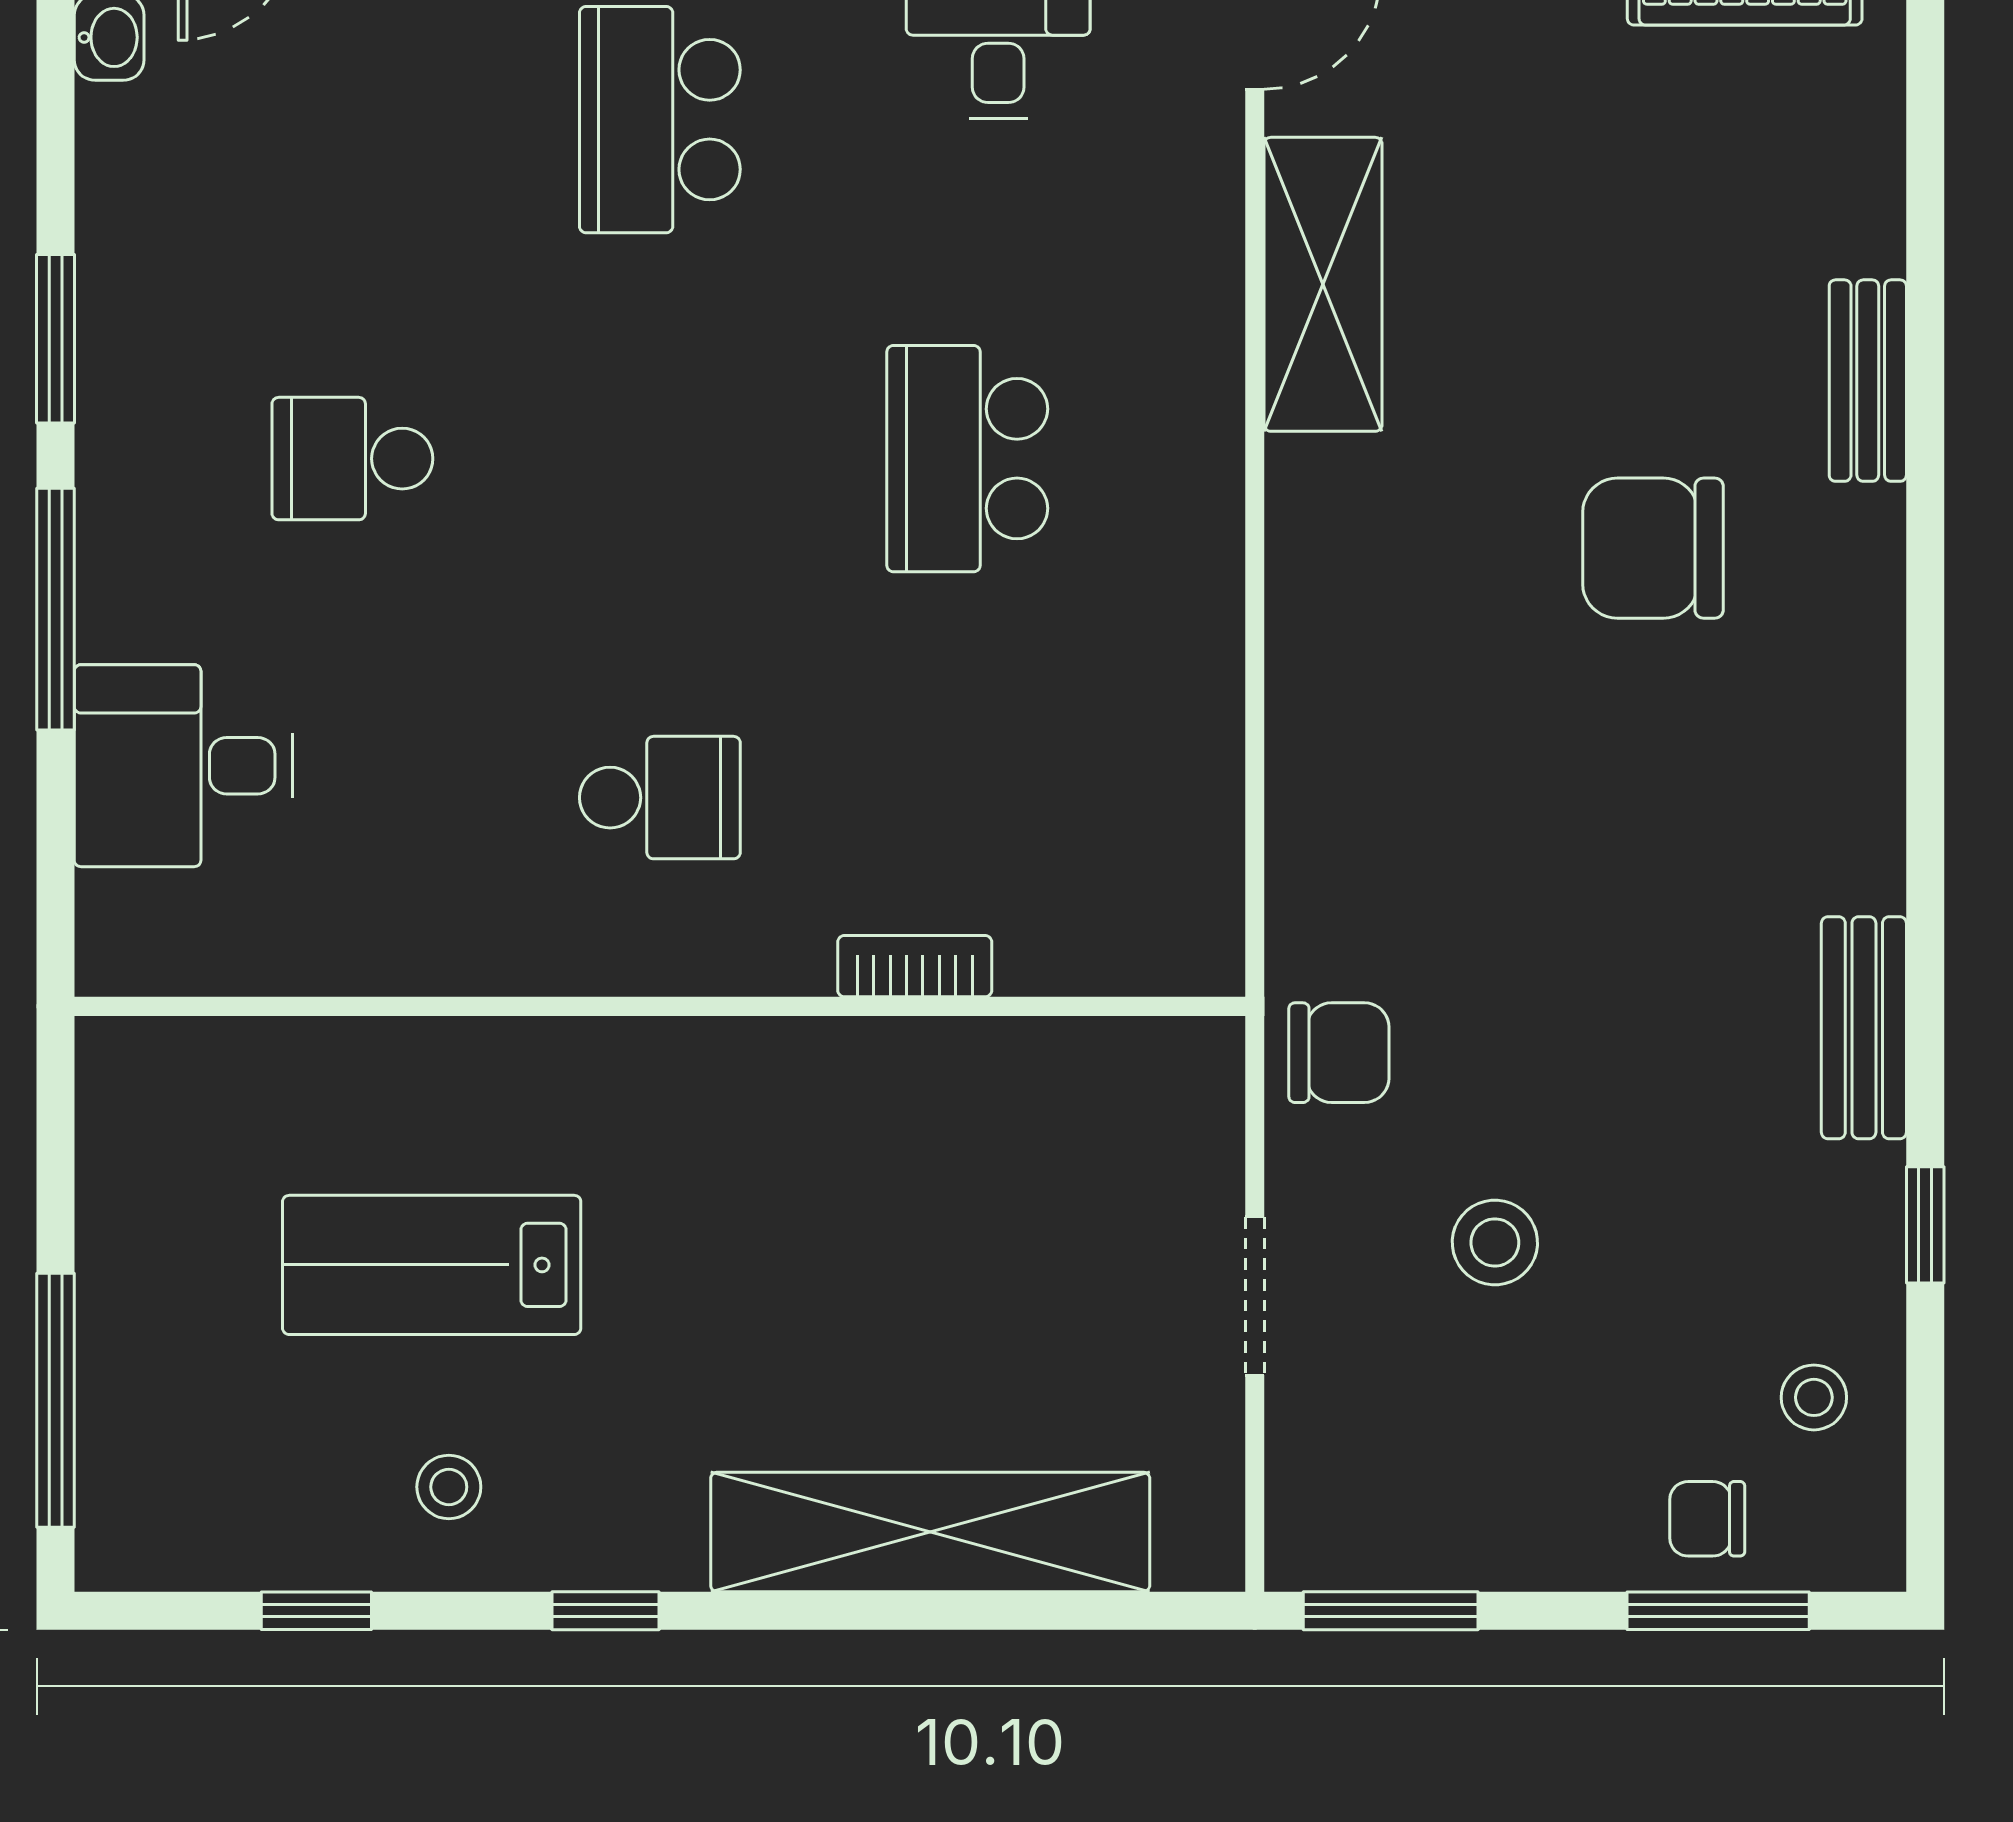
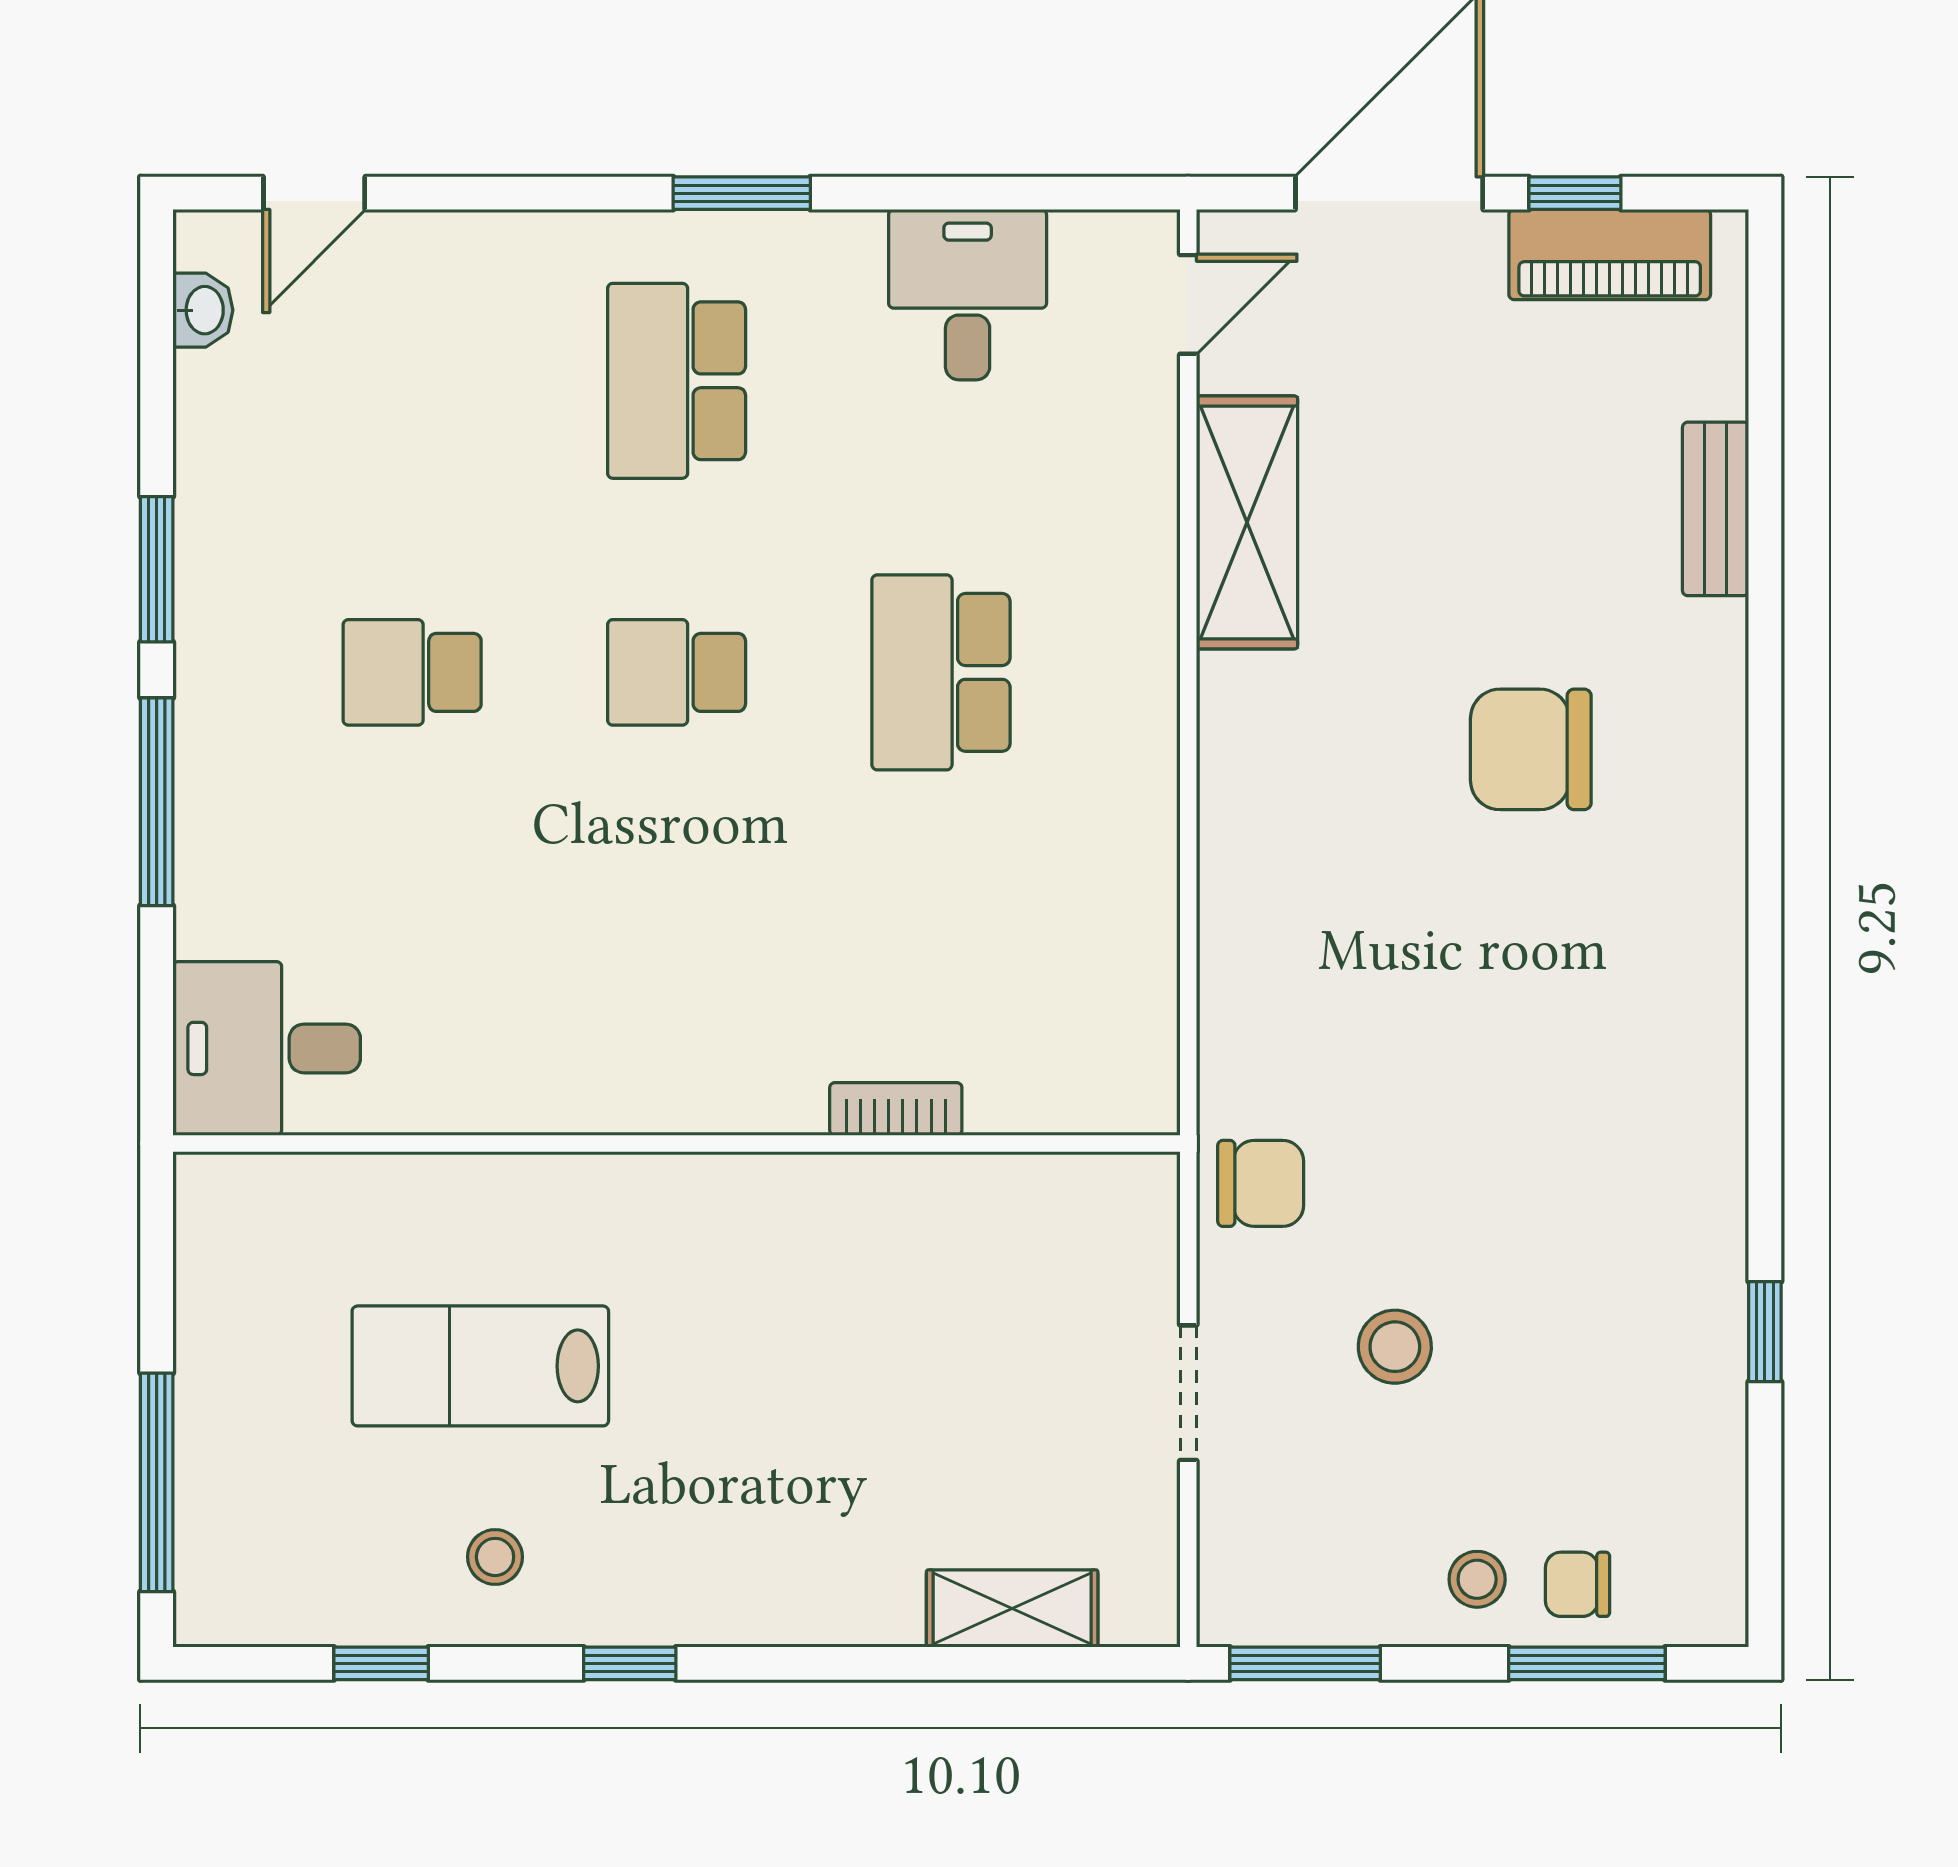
bench: (1868, 381) -> (1716, 509), moved
desk: (183, 766) -> (267, 1048), moved
school desk: (660, 798) -> (677, 672), moved, turned 180
bench: (1864, 1028) -> (1712, 1162), removed
stool: (1814, 1397) -> (1477, 1579), moved
shelving: (930, 1532) -> (1012, 1608), width x0.45, depth x0.75

